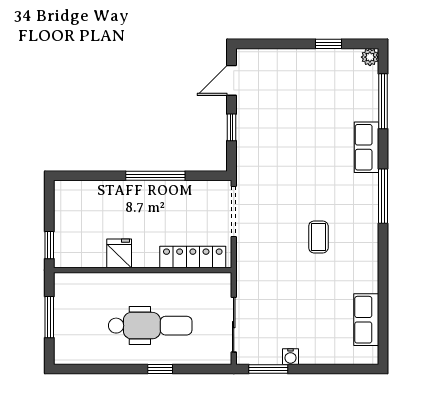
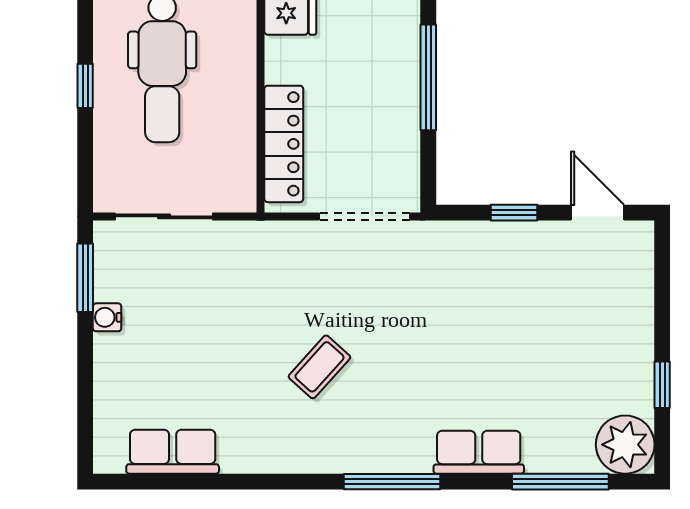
plant: (370, 57) -> (625, 445), width x1.88, depth x1.88
coffee table: (318, 237) -> (319, 367), turned -48

